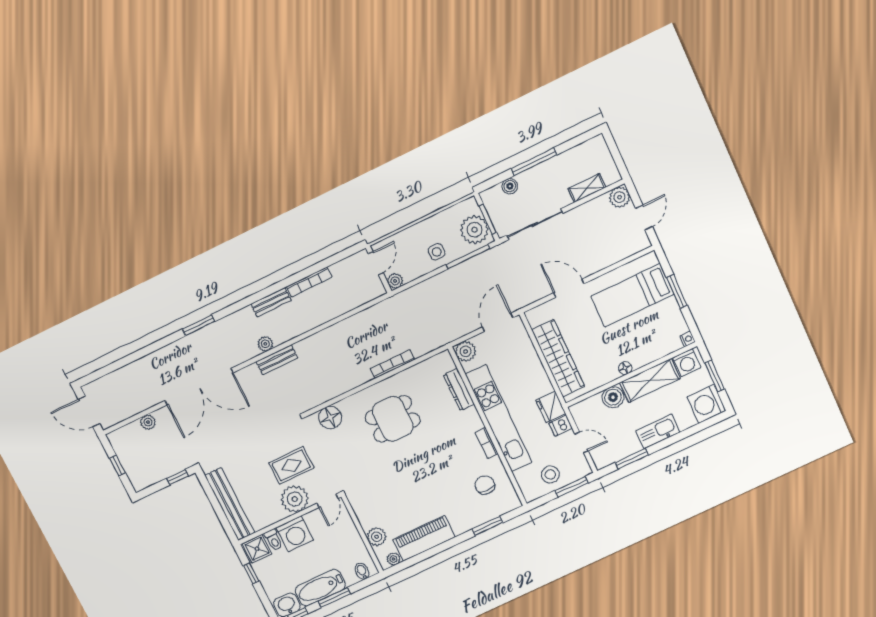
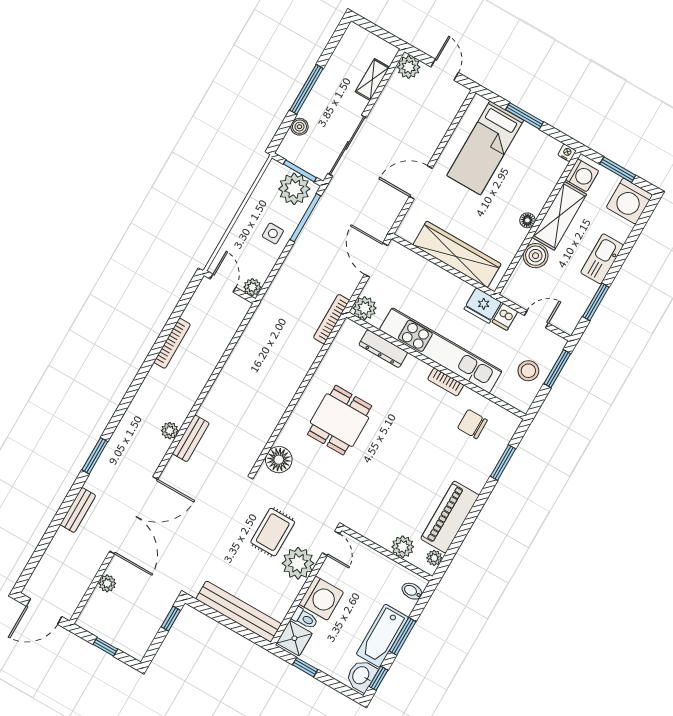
bench: (271, 302) -> (78, 510), moved
bookcase: (392, 364) -> (331, 319), moved

